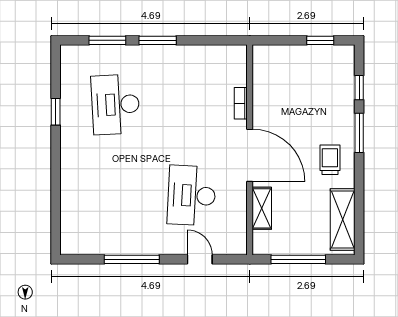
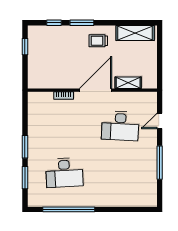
window: (56, 112) -> (69, 209), width x3.17
window: (298, 259) -> (160, 60), removed

